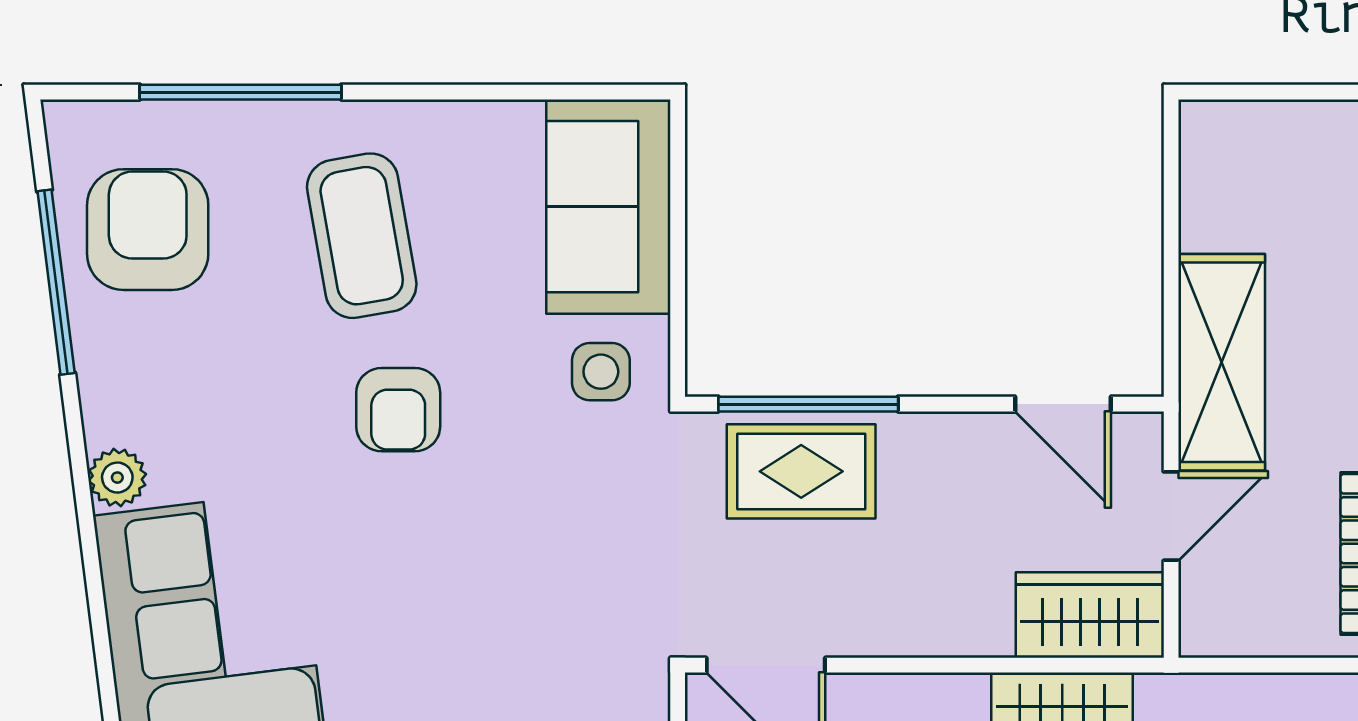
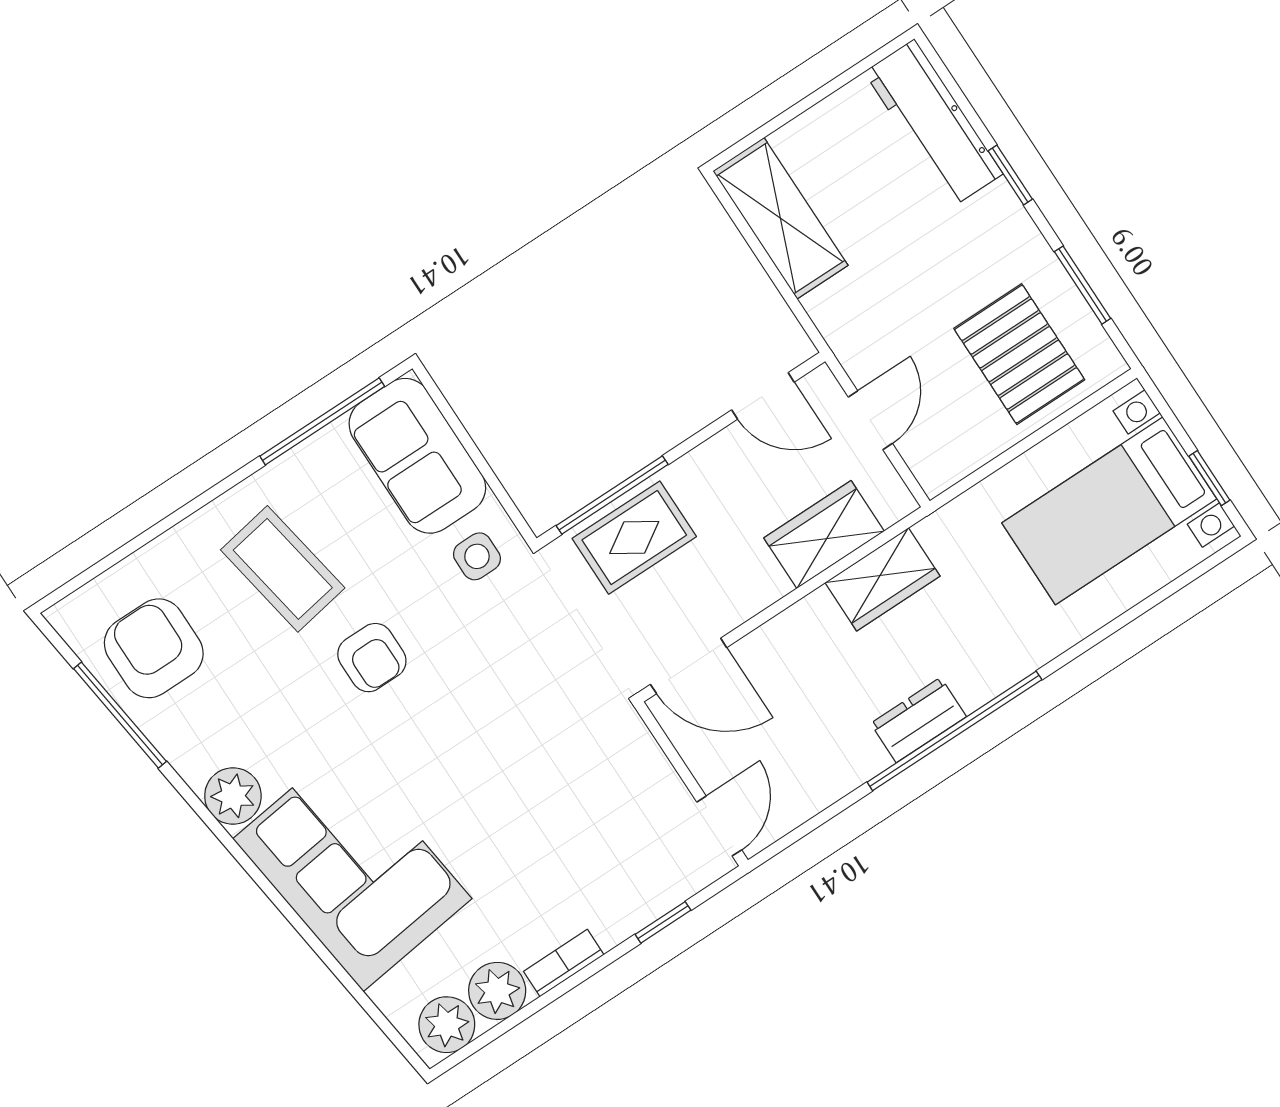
window: (240, 92) -> (322, 421), moved
shelving: (1222, 362) -> (780, 218), moved
plant: (117, 478) -> (233, 796), width x1.38, depth x1.38
wardrobe: (1090, 615) -> (824, 535), moved

